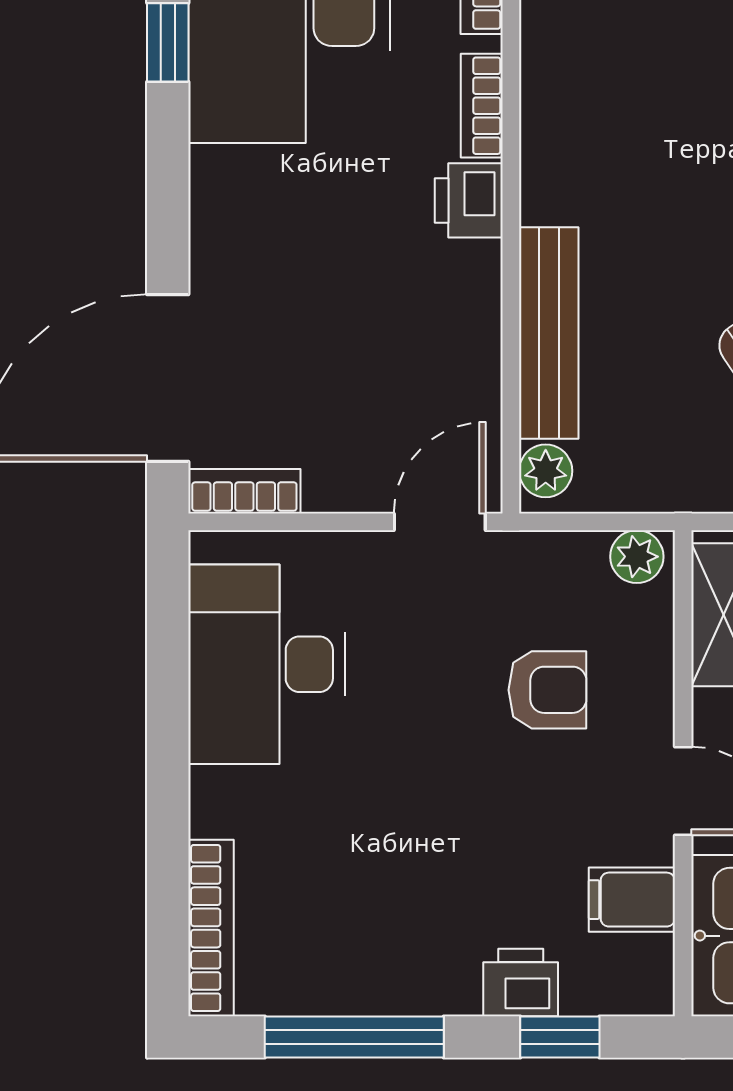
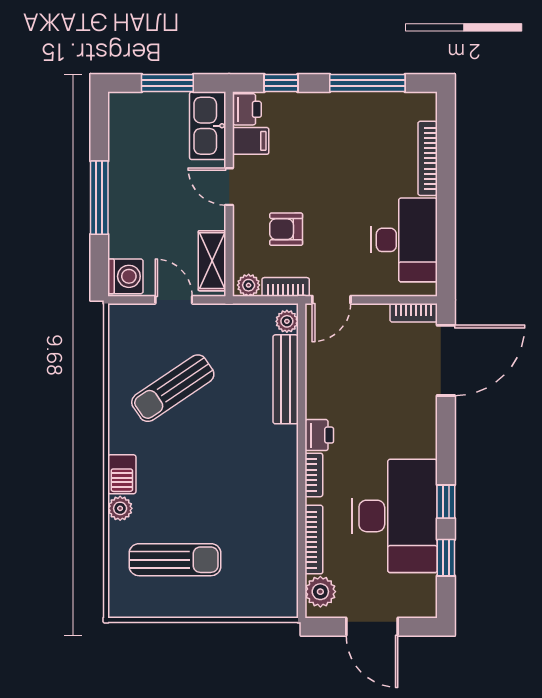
bookcase: (549, 552) -> (286, 287), added
bookcase: (211, 928) -> (428, 158), moved
printer: (521, 982) -> (247, 109), moved, turned -90

